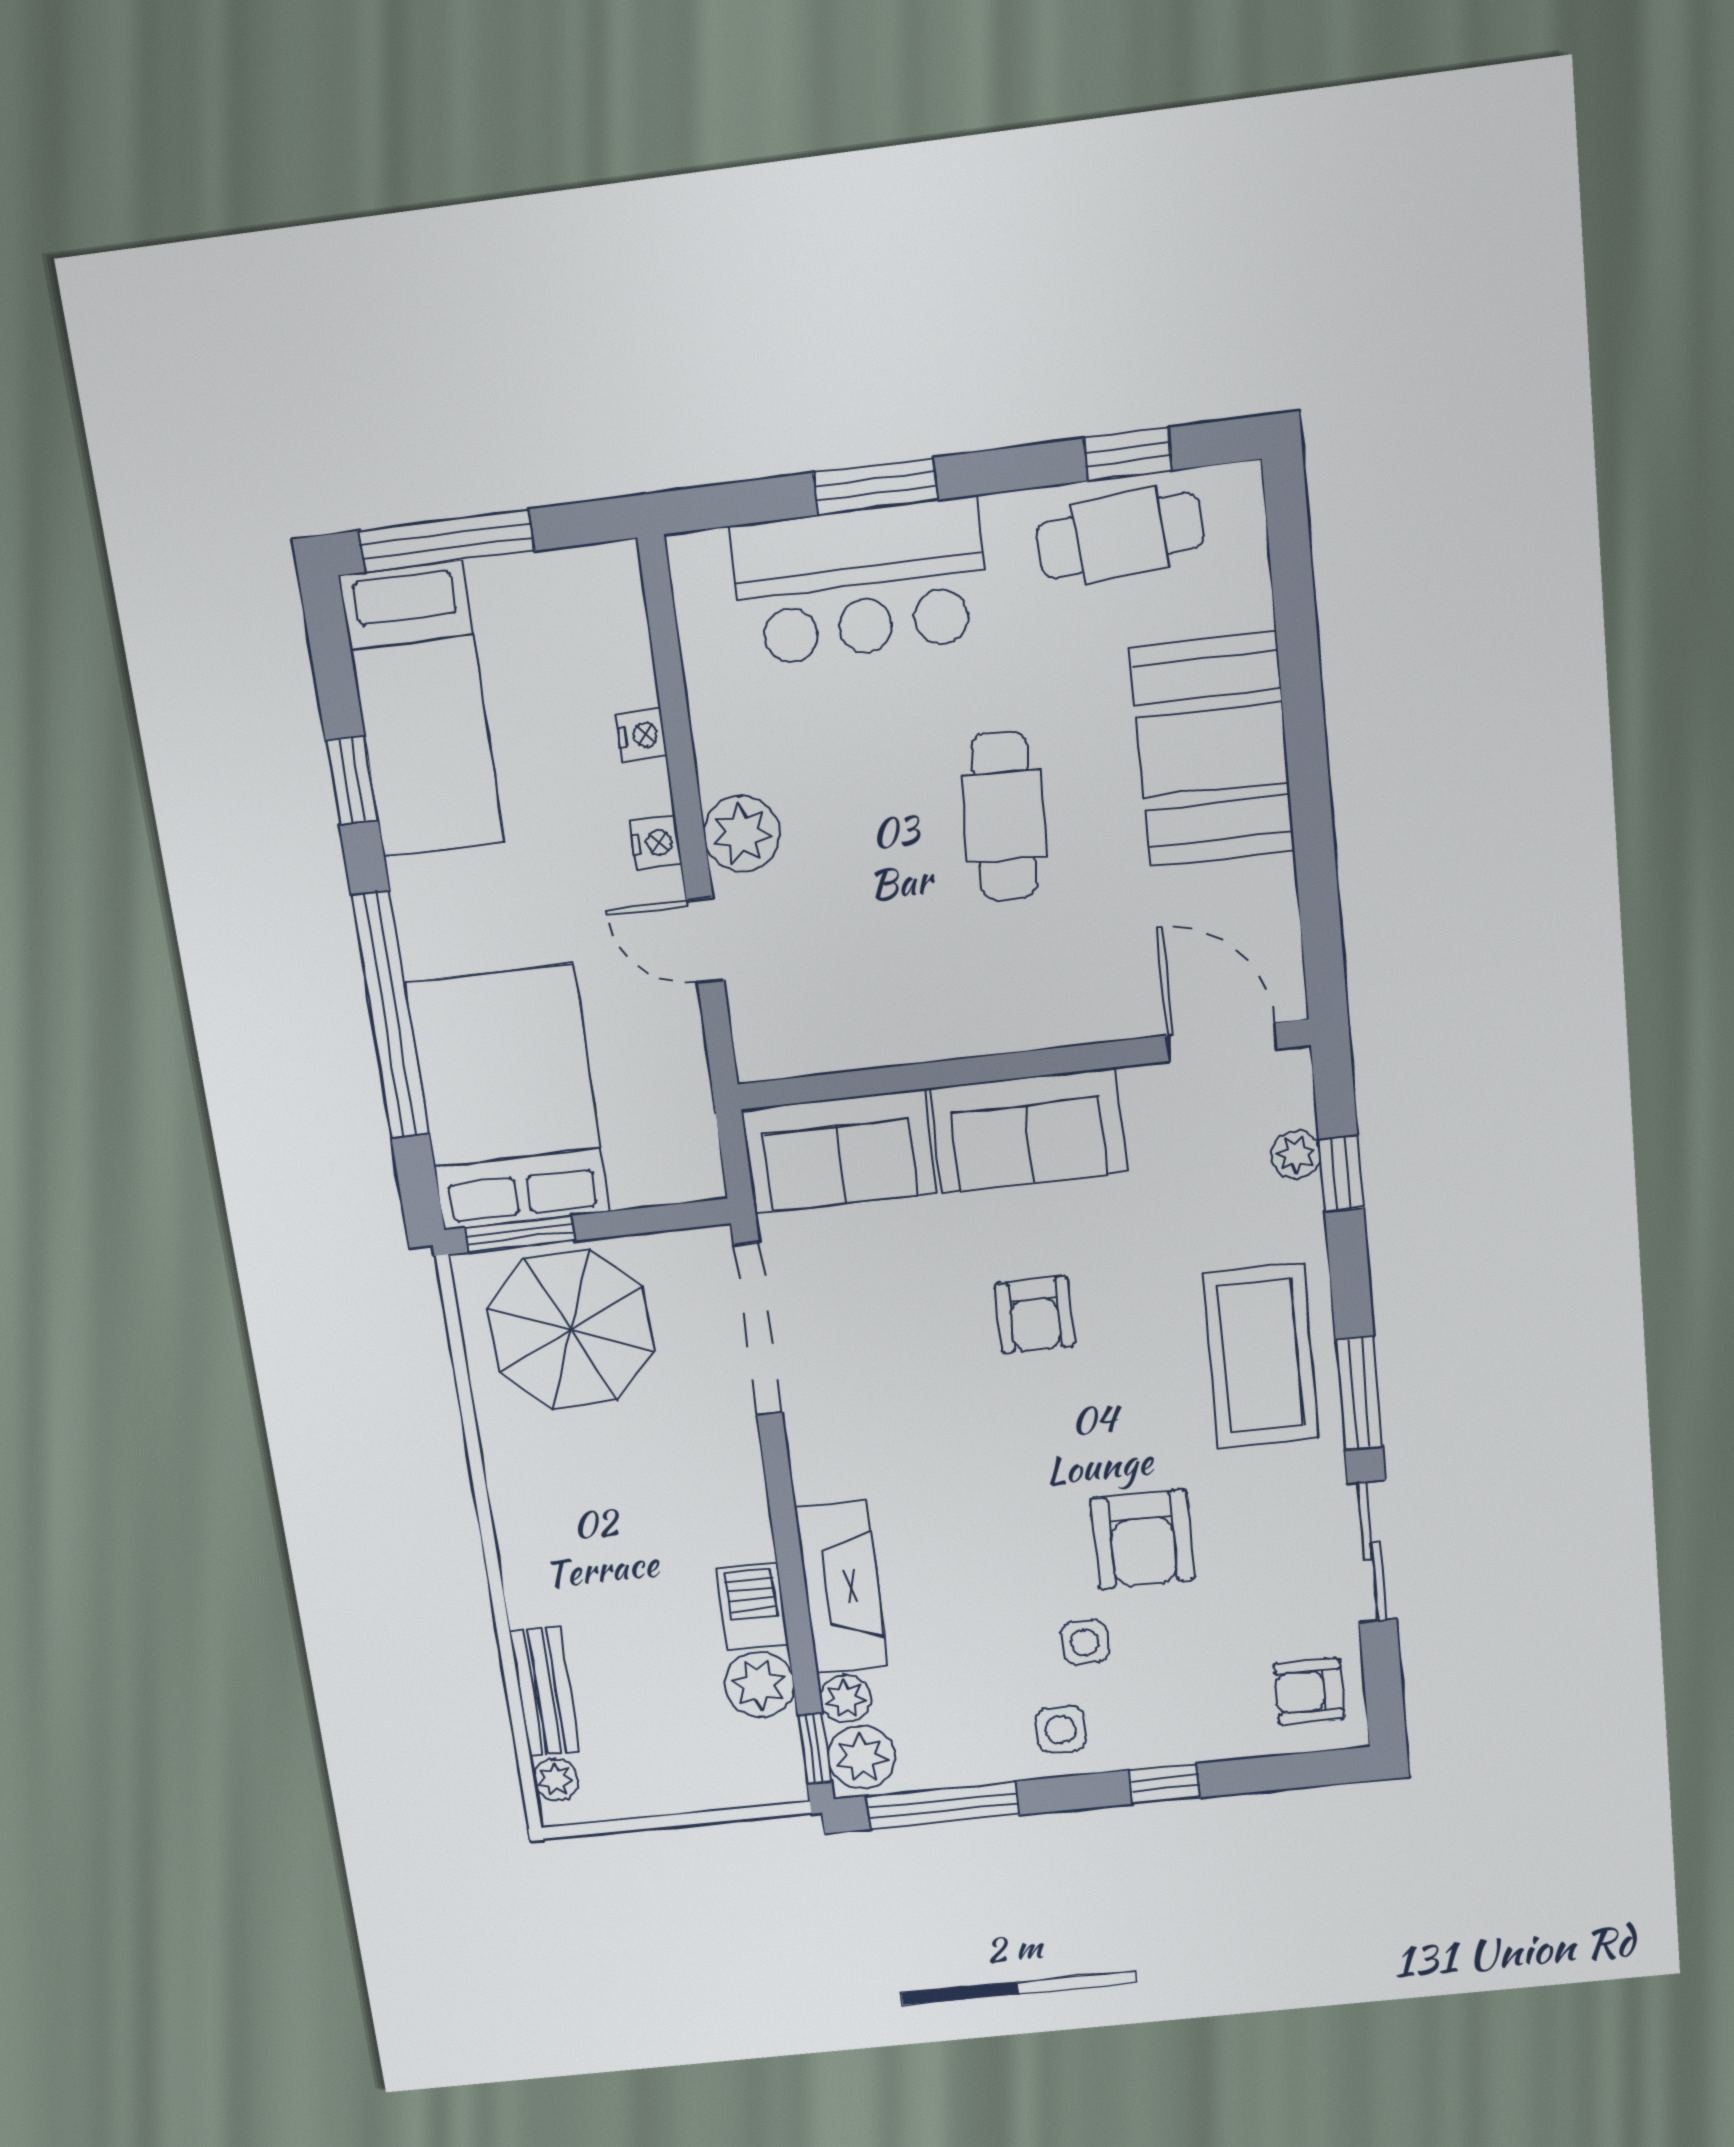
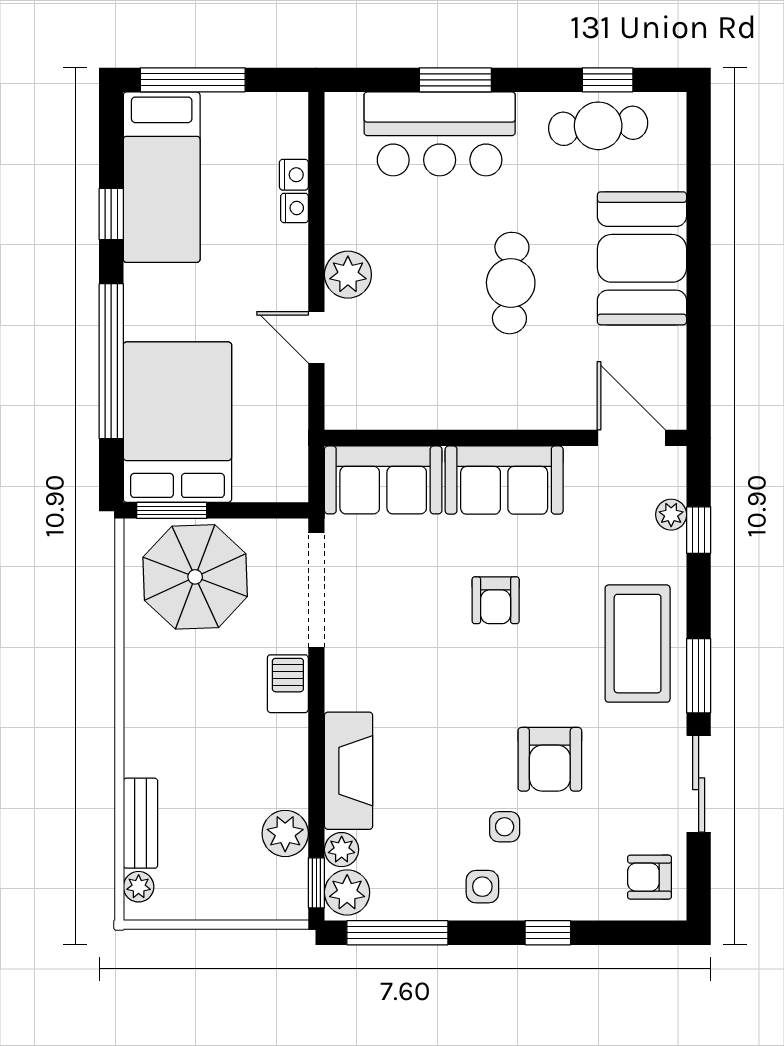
nightstand: (656, 843) -> (294, 175), moved
barbecue: (752, 1607) -> (288, 684), moved

